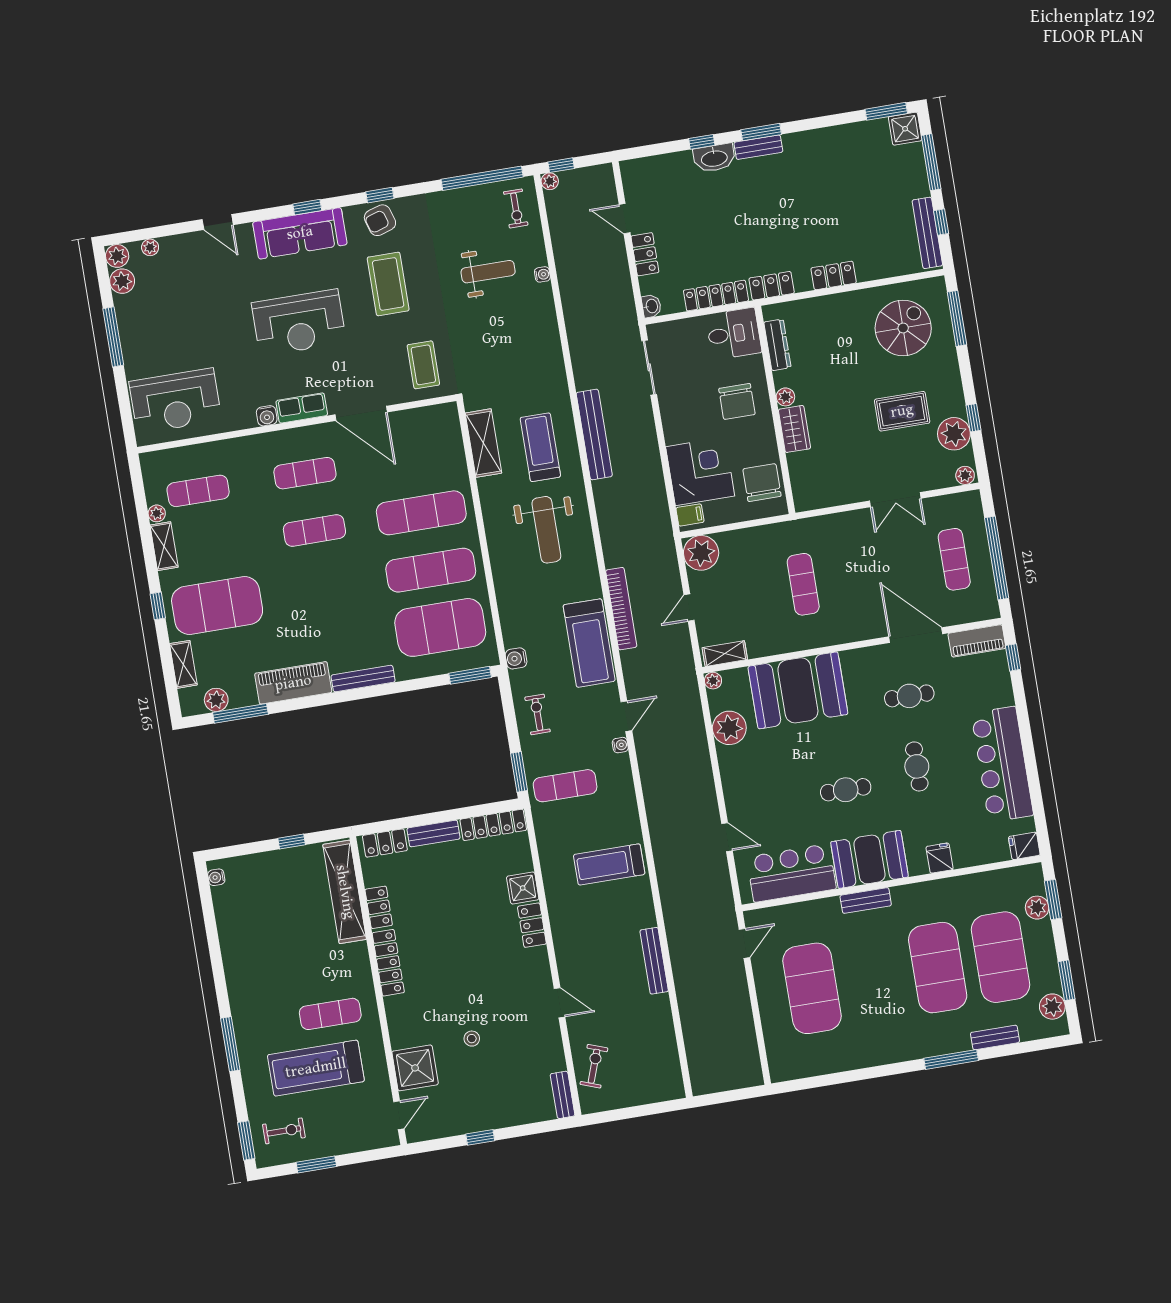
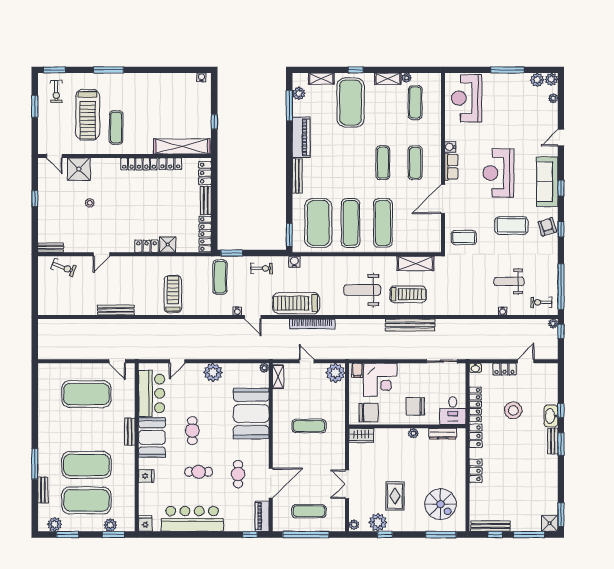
stool: (715, 227) -> (513, 410), added
weight bench: (488, 272) -> (509, 282), turned 90
wardrobe: (794, 429) -> (361, 435), moved
plant: (729, 728) -> (213, 372), moved
treadmill: (316, 1068) -> (88, 115), turned 180

